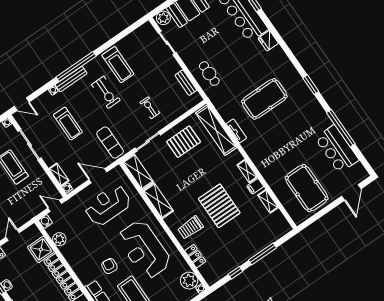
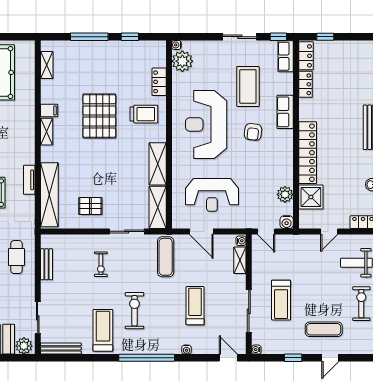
bench: (71, 79) -> (61, 348), moved
pallet: (184, 142) -> (90, 206), width x0.67, depth x0.71
shelving: (268, 201) -> (47, 65), moved
reception desk: (144, 249) -> (206, 124), turned 180

